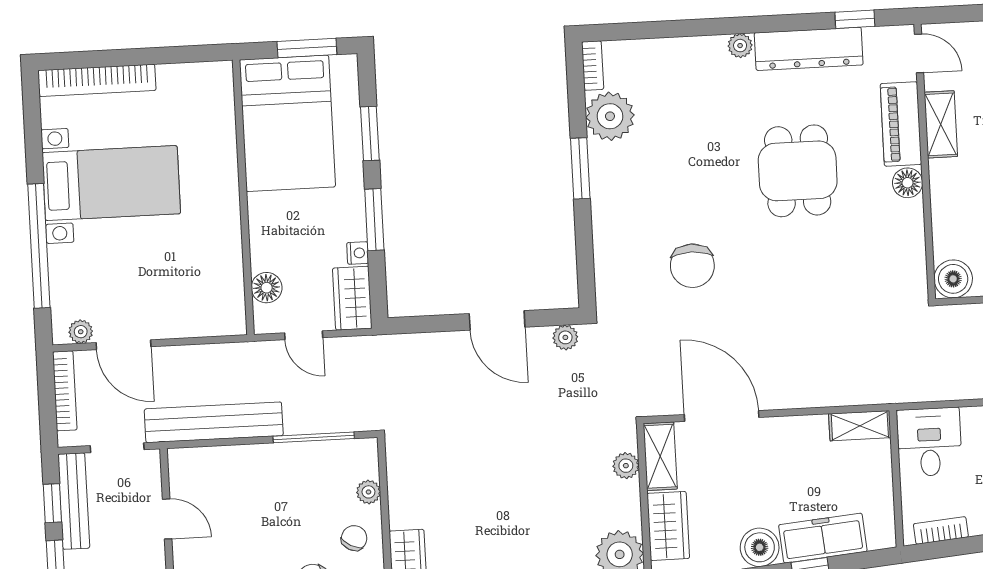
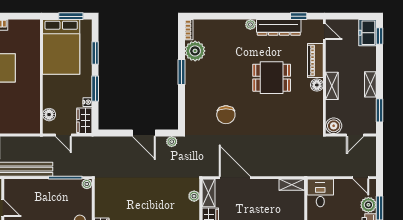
shelving: (941, 124) -> (332, 86), moved
dining table: (798, 171) -> (272, 78), turned 90
plant: (368, 492) -> (87, 184), moved

